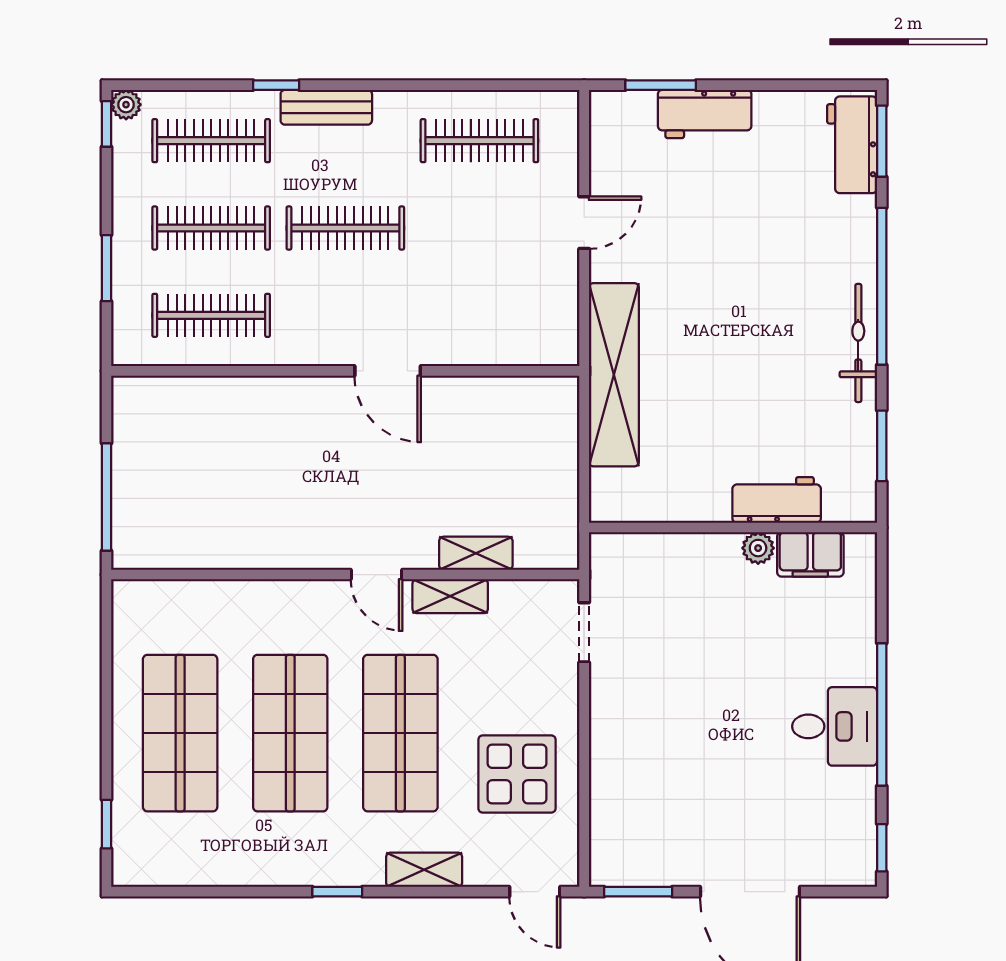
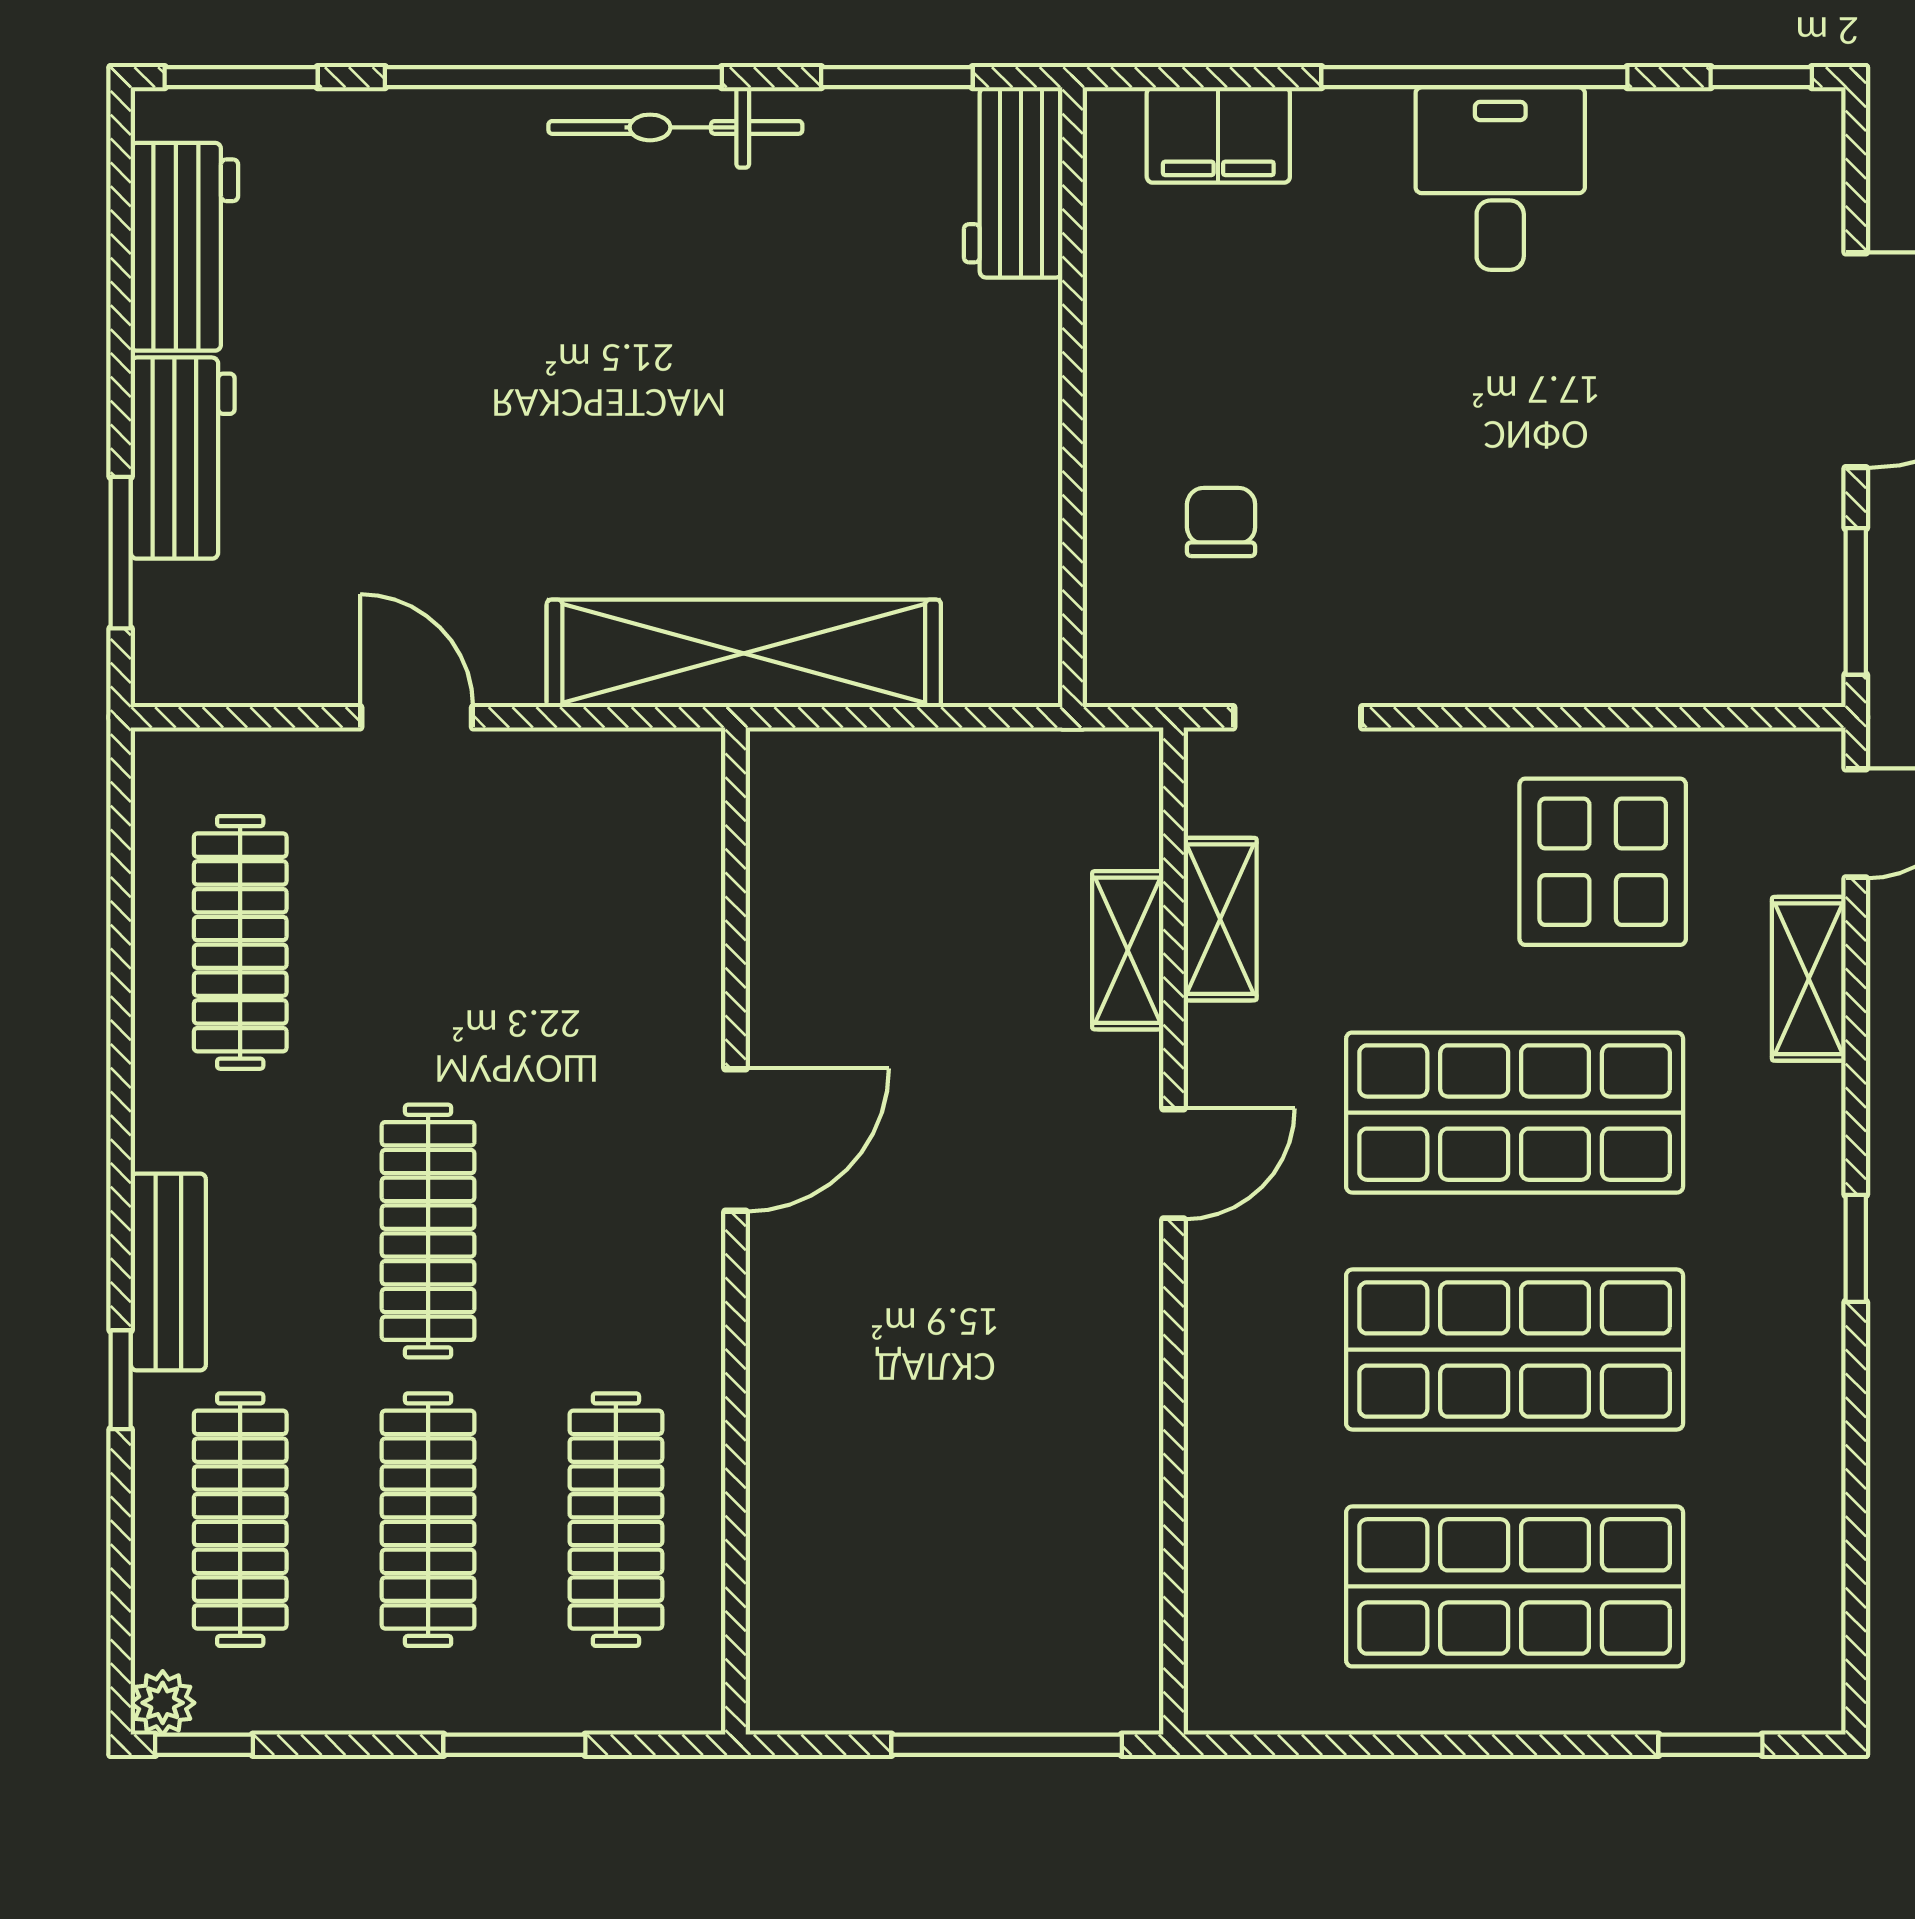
workbench: (852, 145) -> (184, 247), moved, turned -90
workbench: (777, 500) -> (1013, 182), moved
plant: (758, 548) -> (1117, 343), removed
filing cabinet: (810, 554) -> (1218, 135), moved, turned 90
shelving: (450, 596) -> (1220, 919), moved
chair: (675, 597) -> (1221, 522), added
shelving: (424, 870) -> (1809, 979), moved

